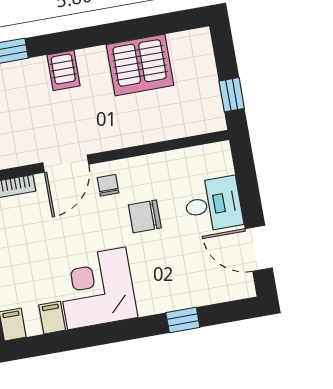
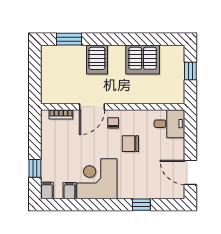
server rack: (63, 70) -> (97, 60), width x1.36, depth x1.44
window: (232, 95) -> (190, 71), moved
desk: (213, 204) -> (169, 124), moved

